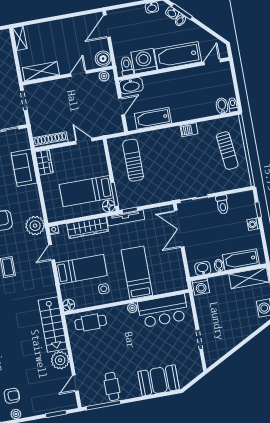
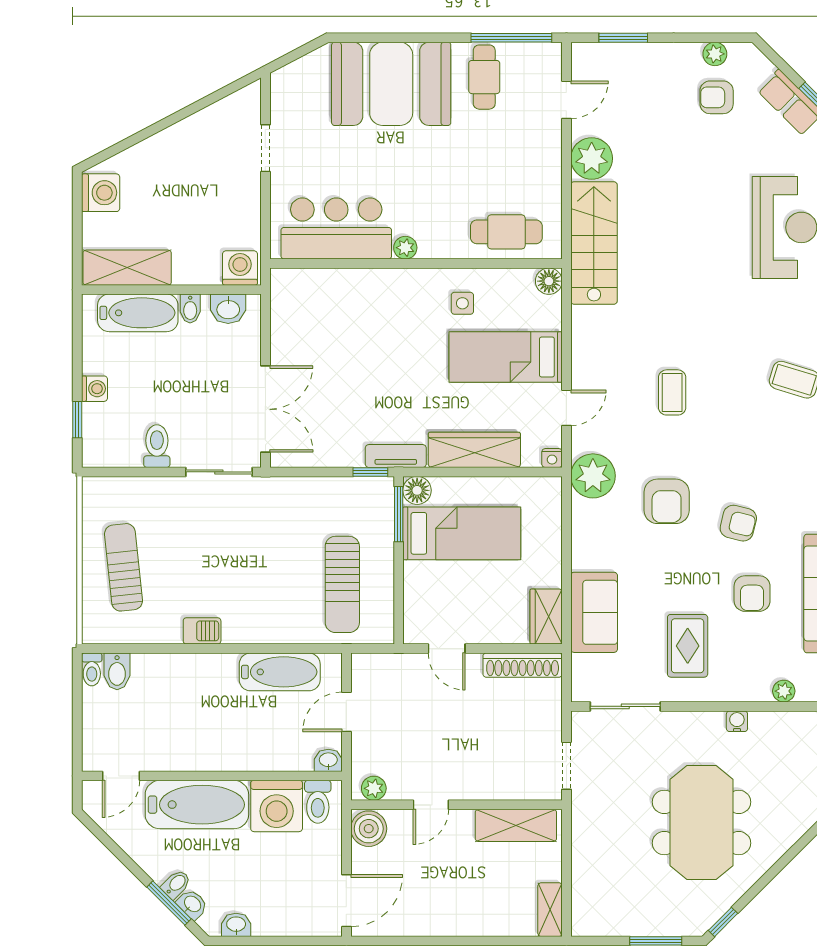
washbasin: (131, 86) -> (328, 760), width x0.52, depth x0.69
tv unit: (126, 218) -> (396, 456), width x0.71
bed: (137, 273) -> (380, 326), removed
booth: (159, 380) -> (391, 84), width x1.36, depth x1.42

